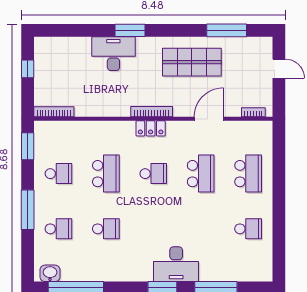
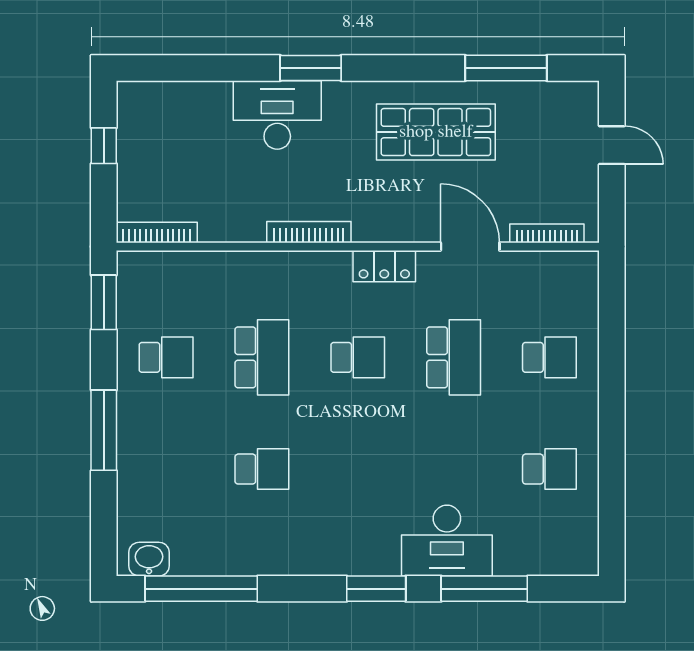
bookcase: (152, 112) -> (309, 232), moved
bookcase: (253, 112) -> (547, 233), width x1.56
door: (209, 119) -> (470, 247), hinge flipped
locker: (151, 128) -> (384, 266), moved
school desk: (248, 174) -> (549, 357), width x0.54
school desk: (58, 229) -> (166, 469), removed
desk: (176, 264) -> (447, 541), moved

